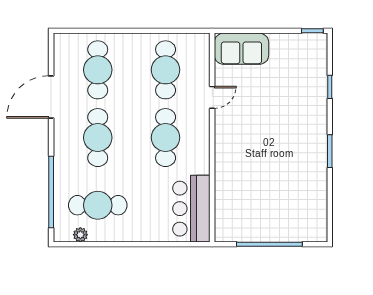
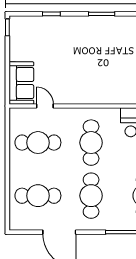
door: (212, 97) -> (45, 106), moved
cafe table: (98, 138) -> (91, 196), turned 90
cafe table: (166, 138) -> (91, 143), turned 90

